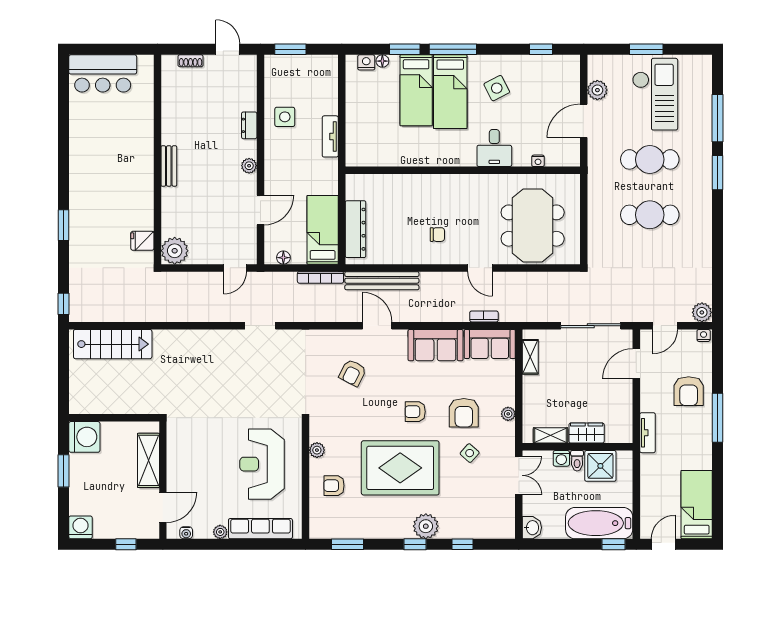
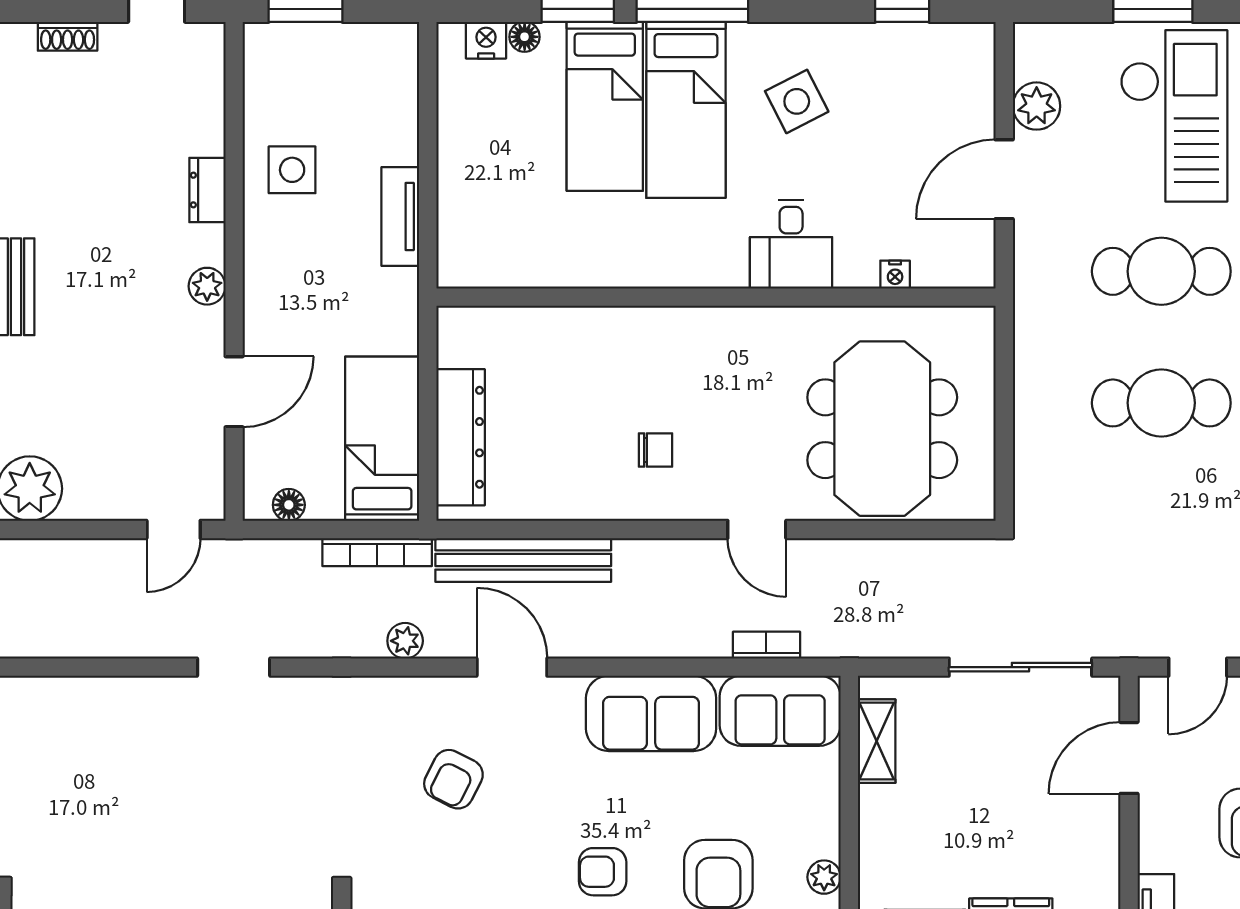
plant: (332, 315) -> (405, 641), added

